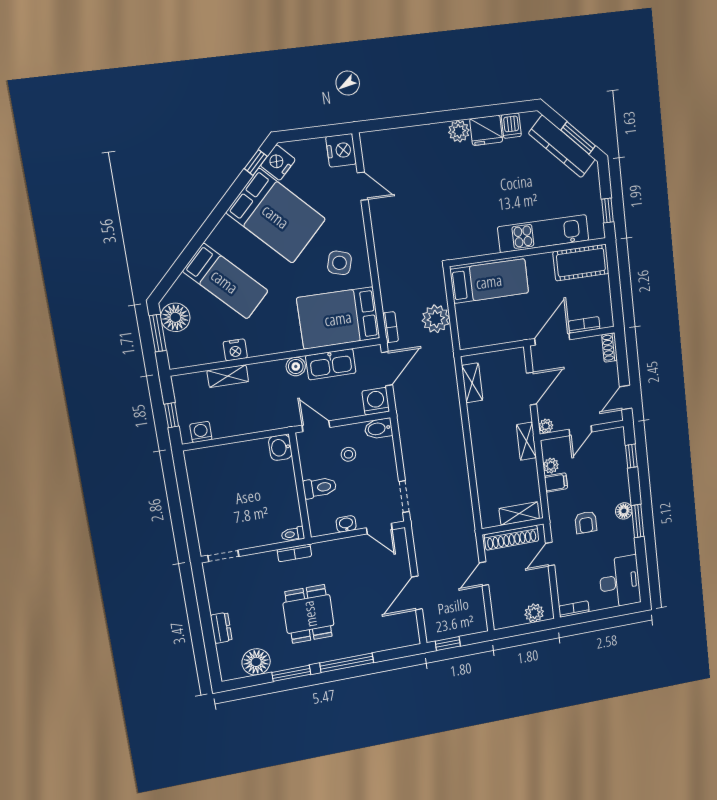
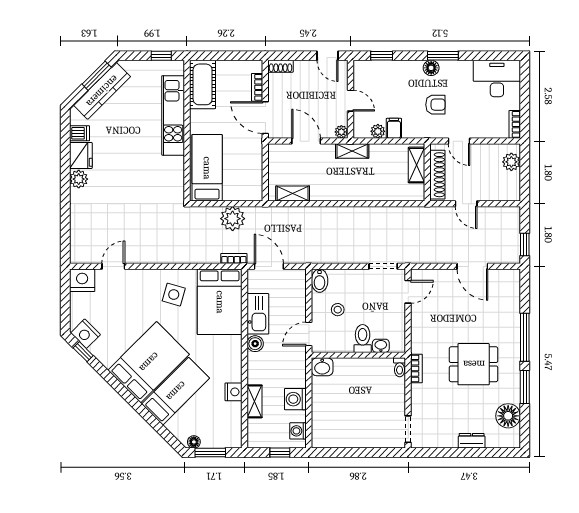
bed: (276, 216) -> (149, 362), moved
floor lamp: (175, 317) -> (194, 442), width x0.53, depth x0.53
washing machine: (376, 401) -> (295, 399), moved
washbasin: (346, 524) -> (381, 346), moved, turned 90

